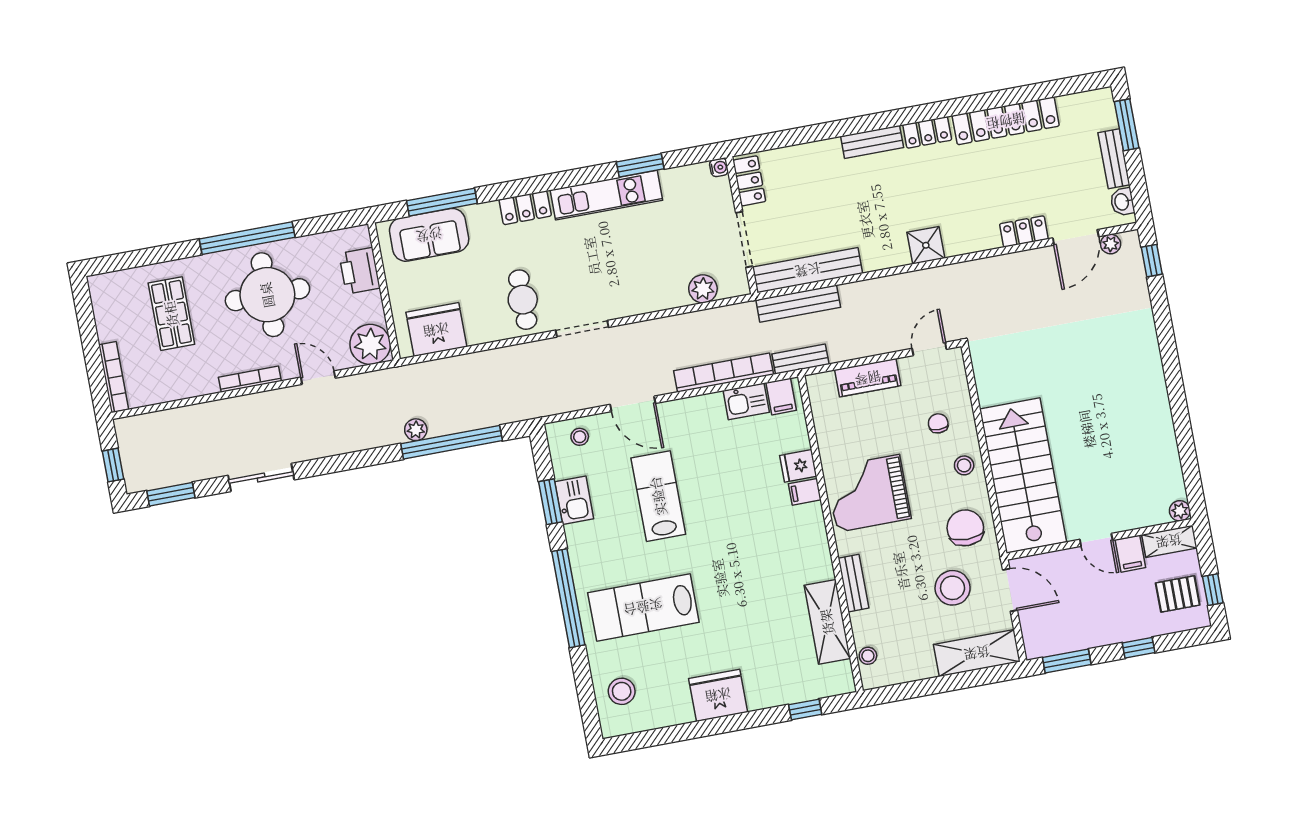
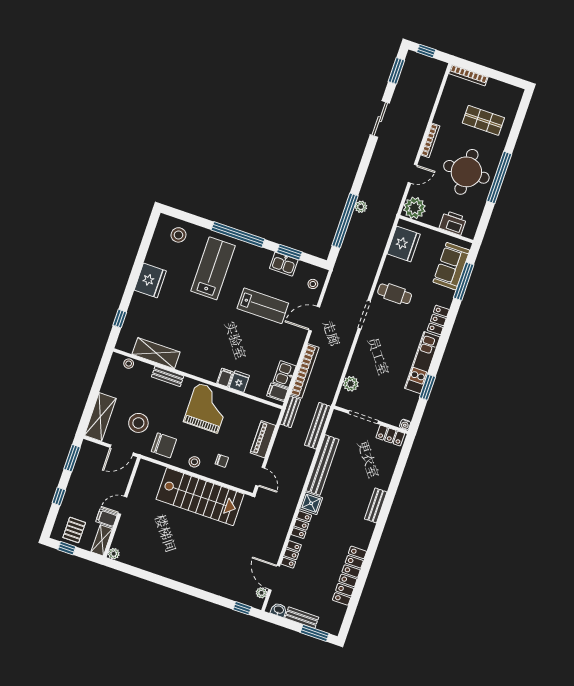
locker: (927, 132) -> (301, 525), moved, turned 180
bench: (808, 270) -> (322, 465), moved
stairs: (1023, 475) -> (200, 497), moved

